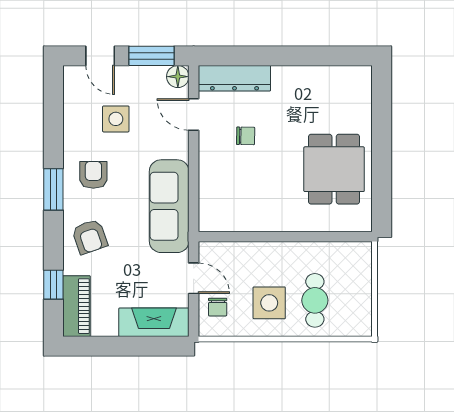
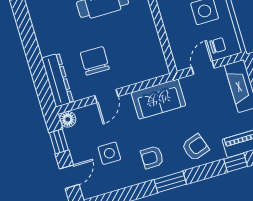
window: (152, 56) -> (59, 141), width x0.67
door: (194, 114) -> (107, 96), moved
chair: (246, 136) -> (95, 61), width x1.87, depth x1.87
sofa: (169, 206) -> (158, 99), width x0.73

